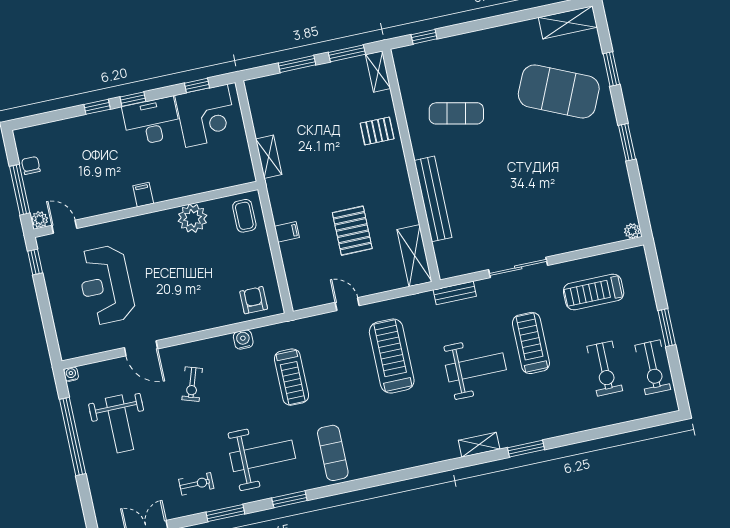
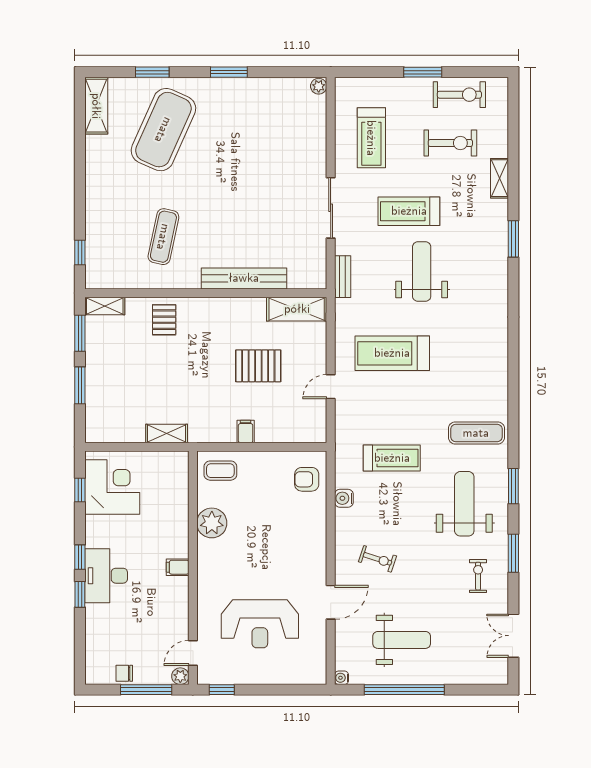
desk: (152, 121) -> (106, 576), moved
shelving: (479, 445) -> (500, 178), moved

